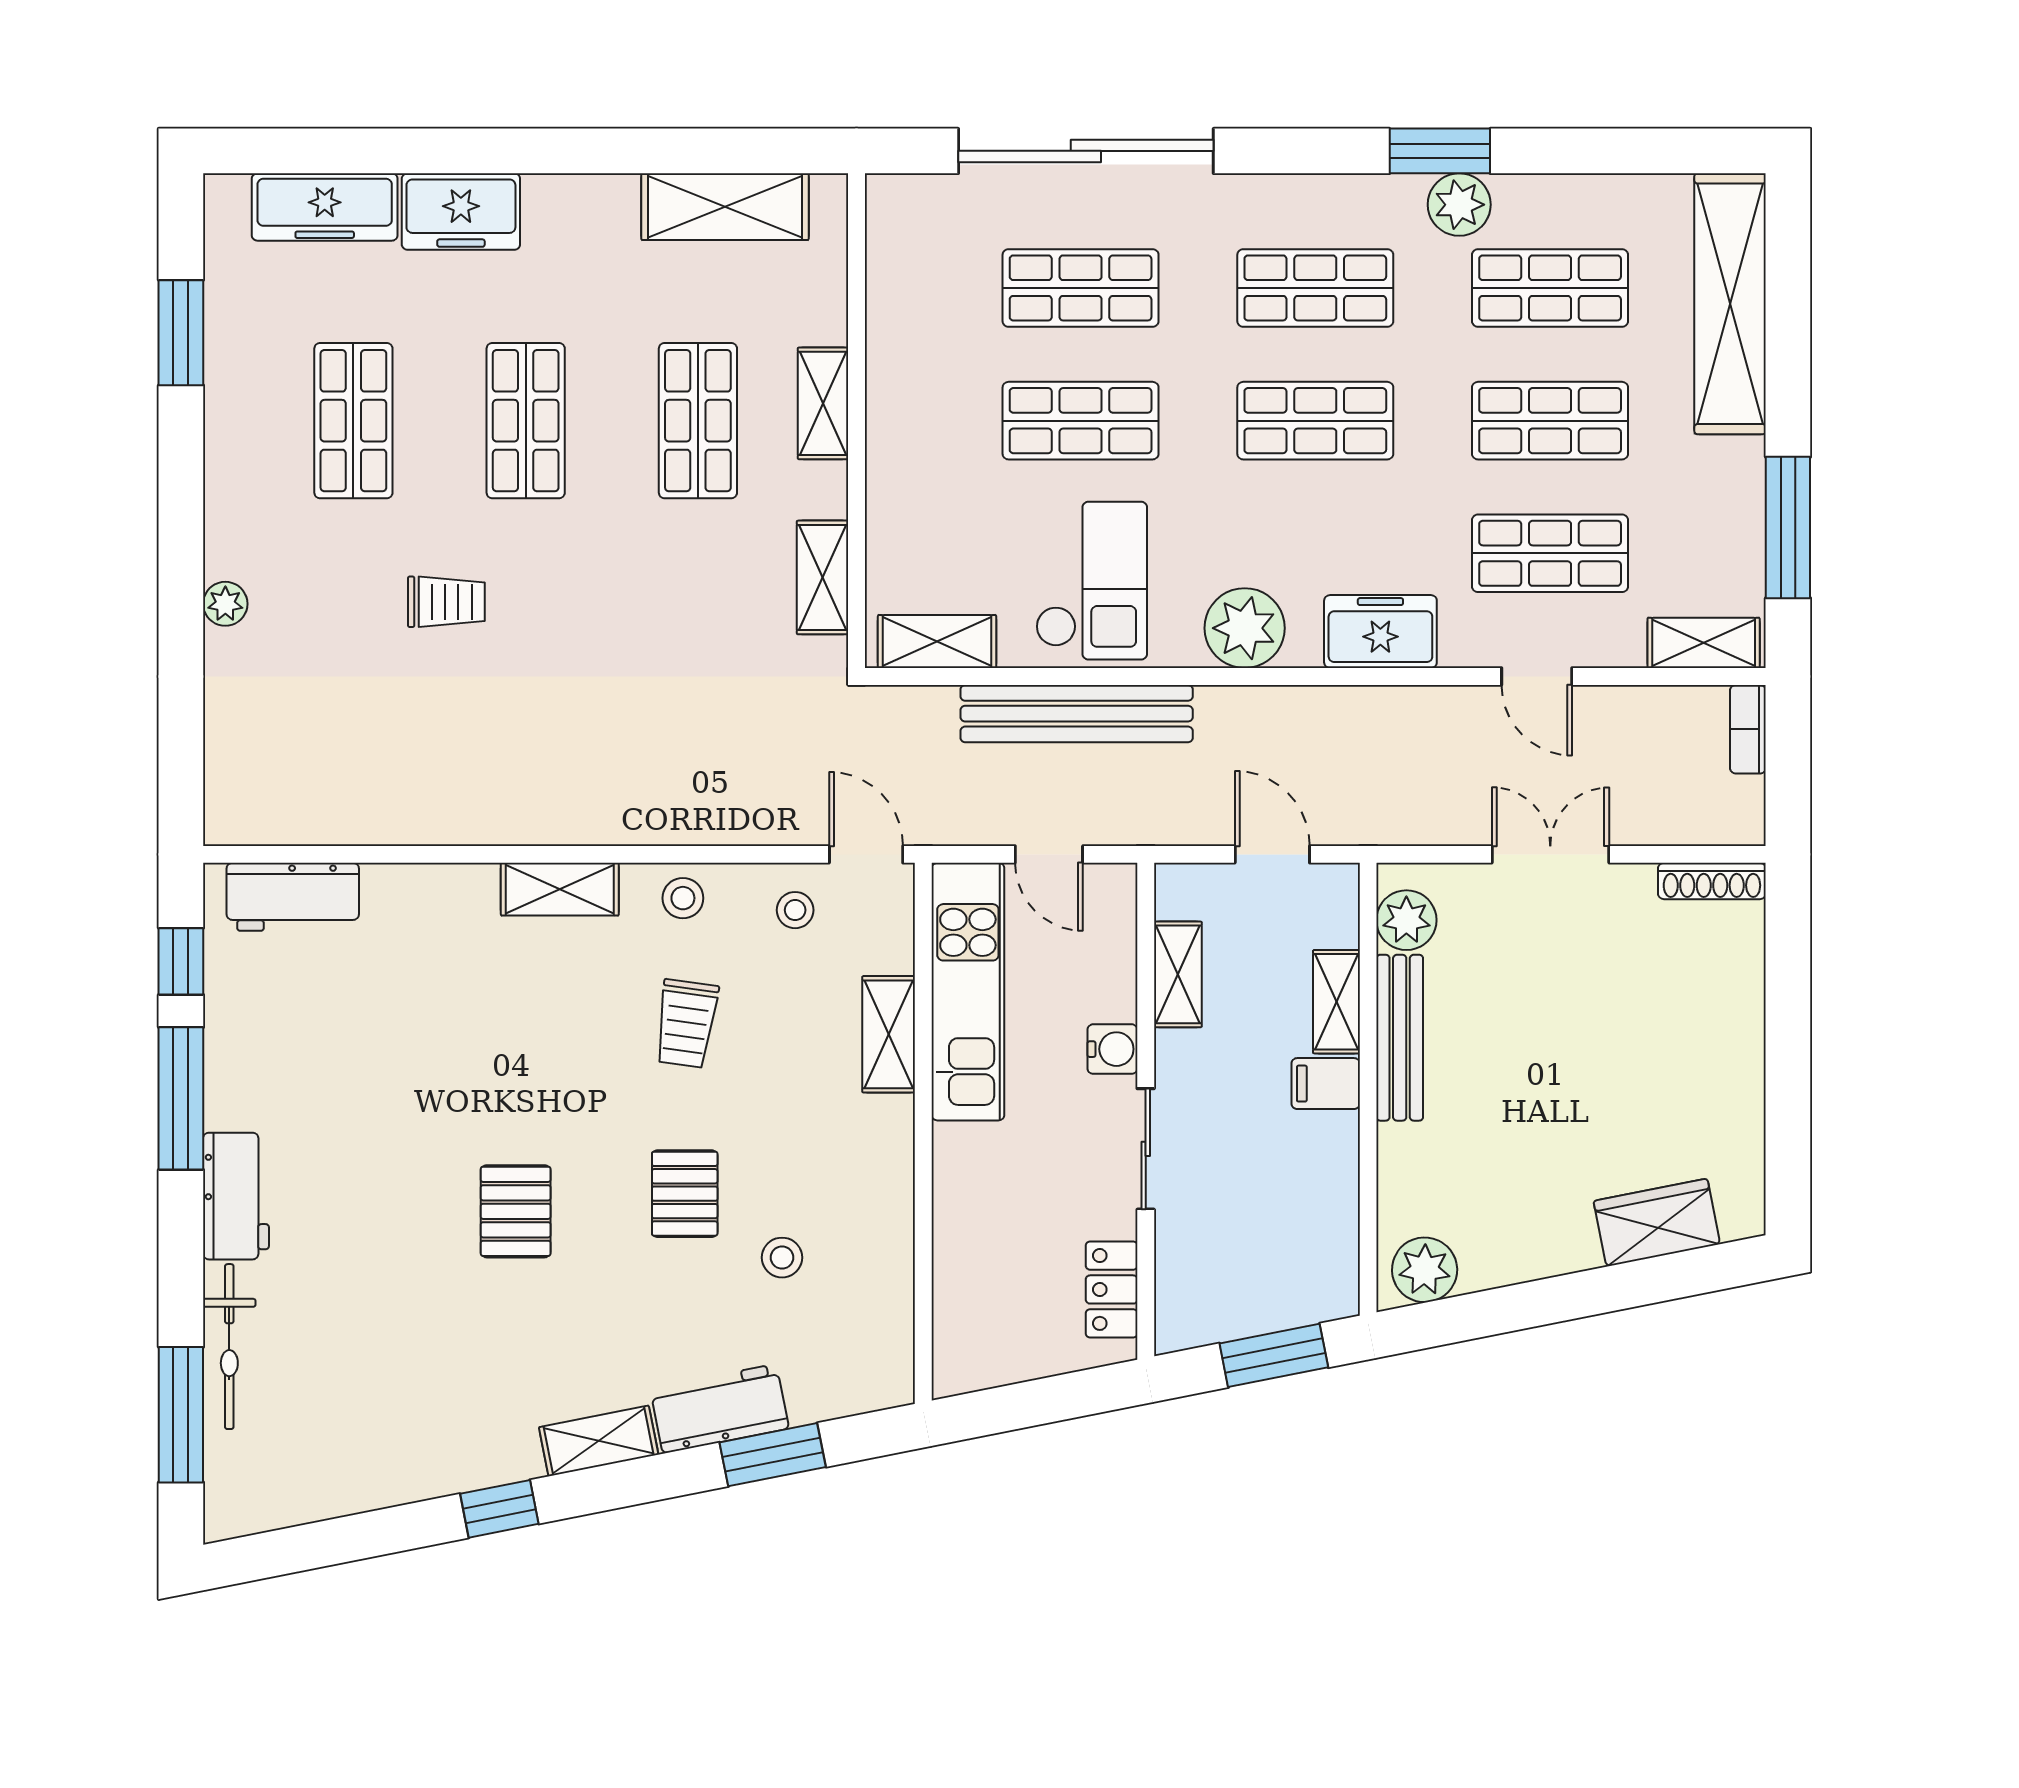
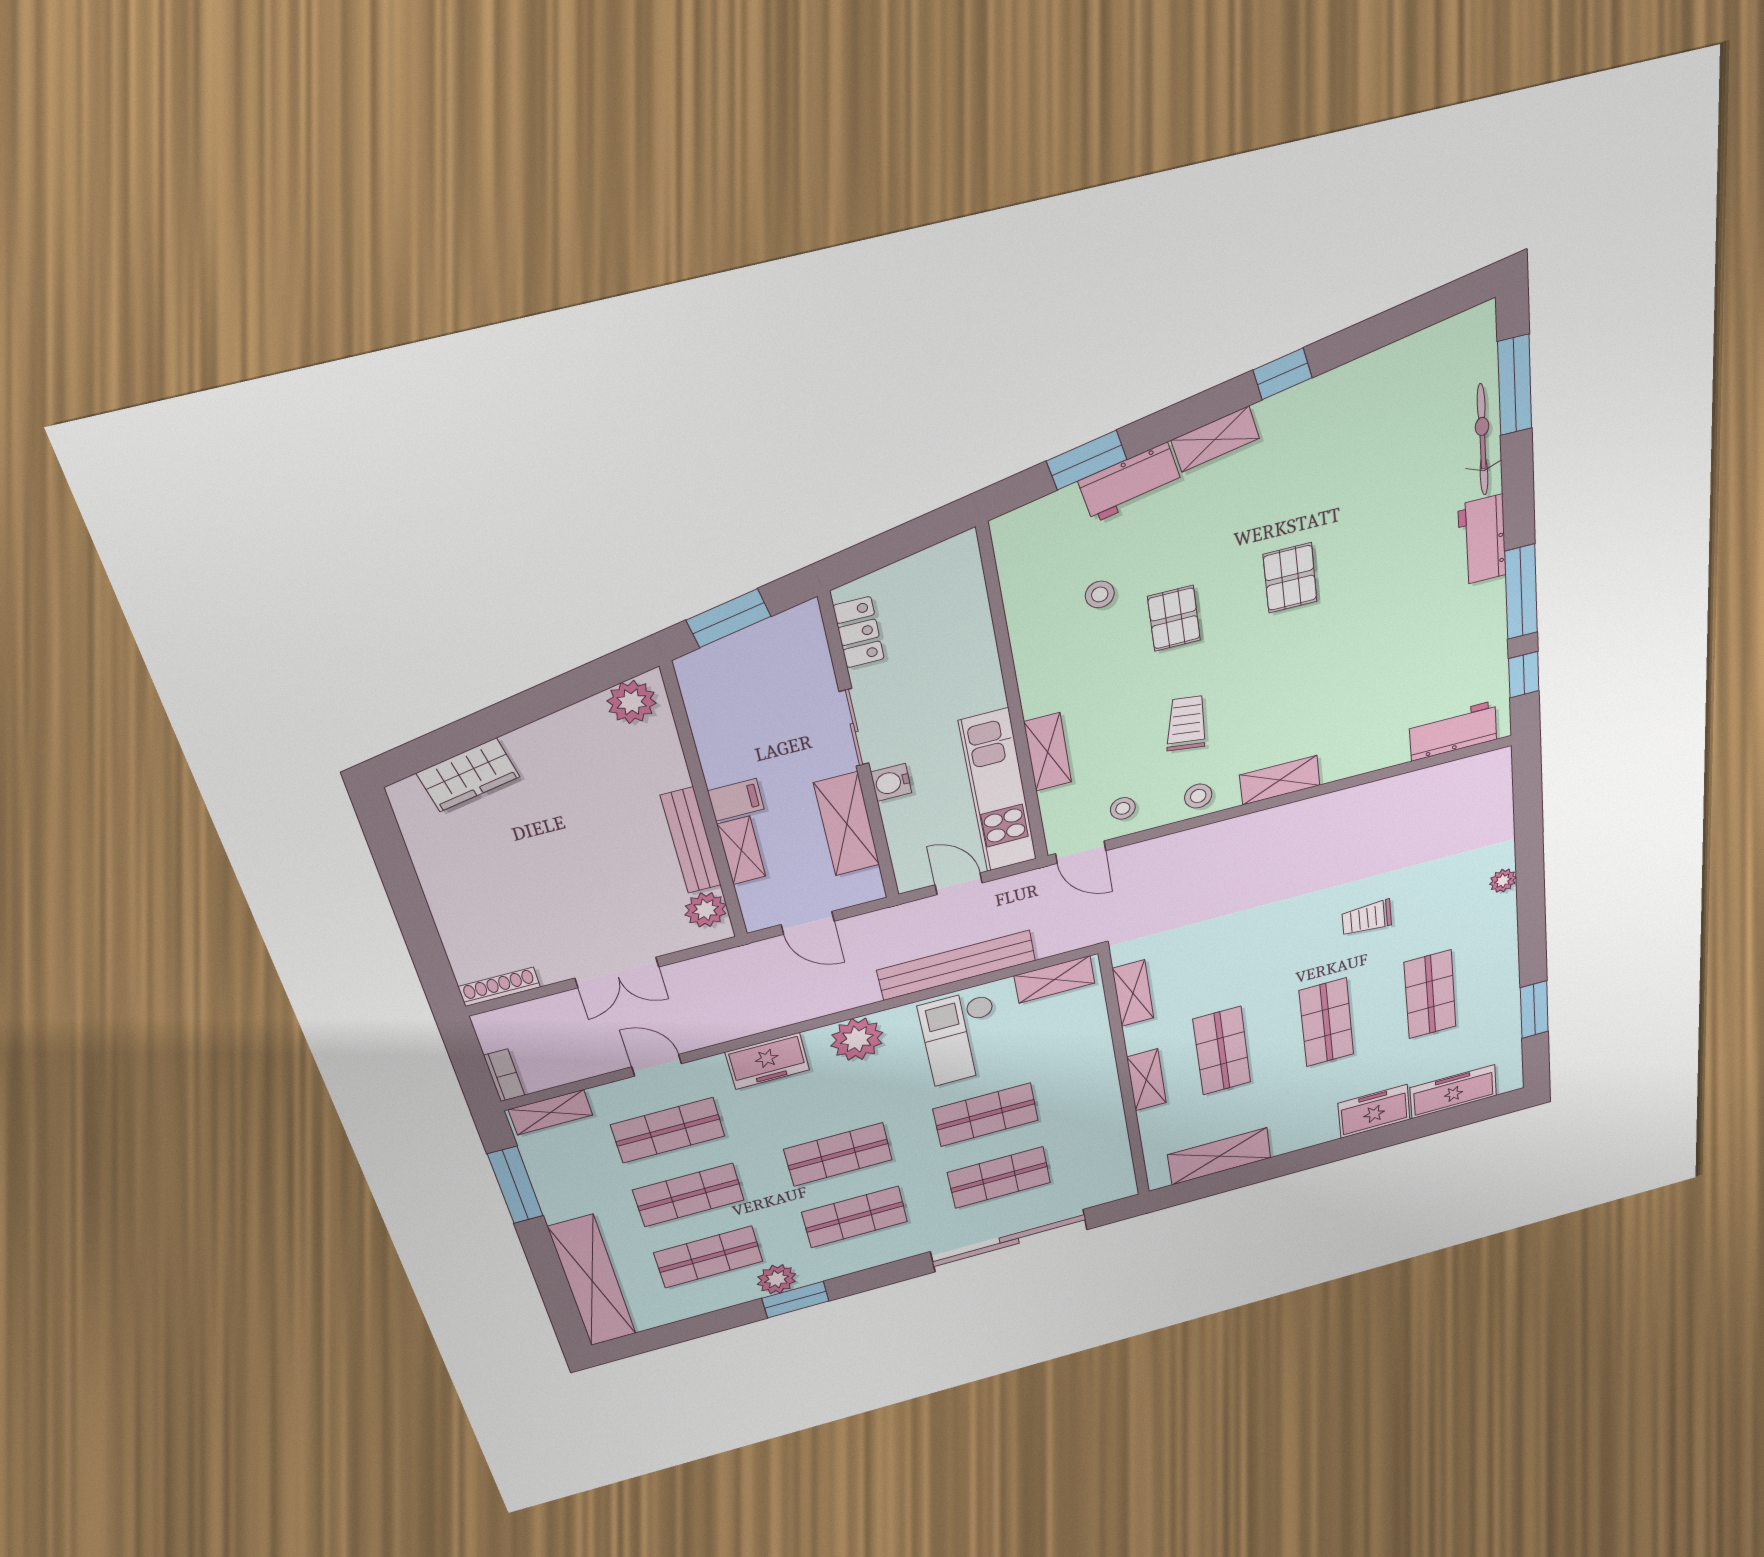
shelving: (1178, 974) -> (847, 824), width x1.50, depth x1.33

